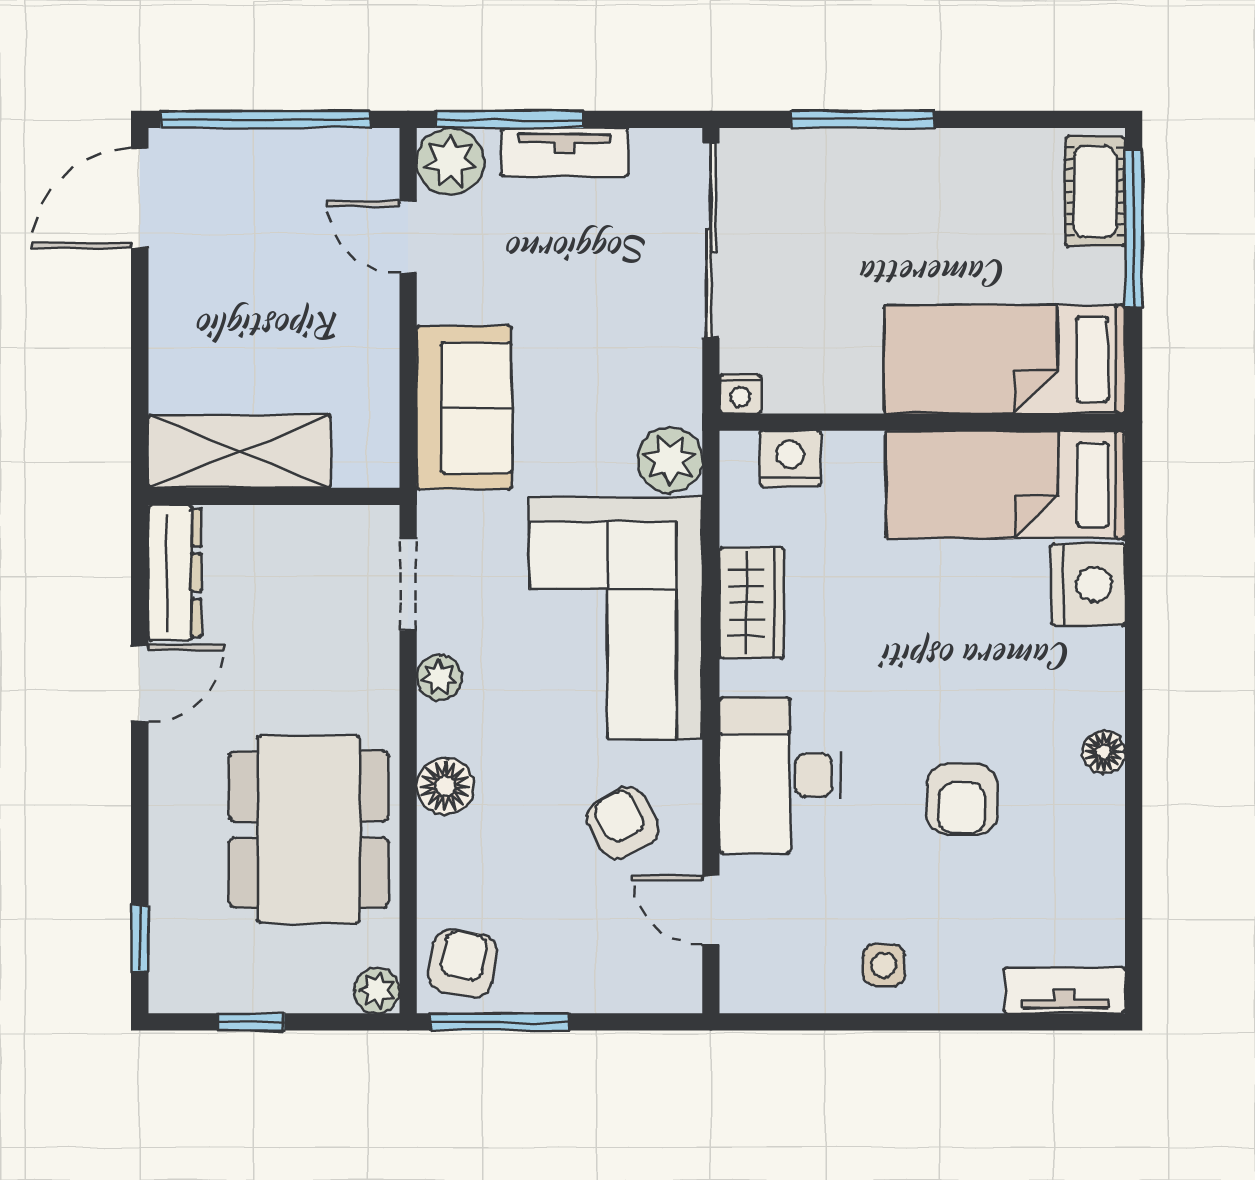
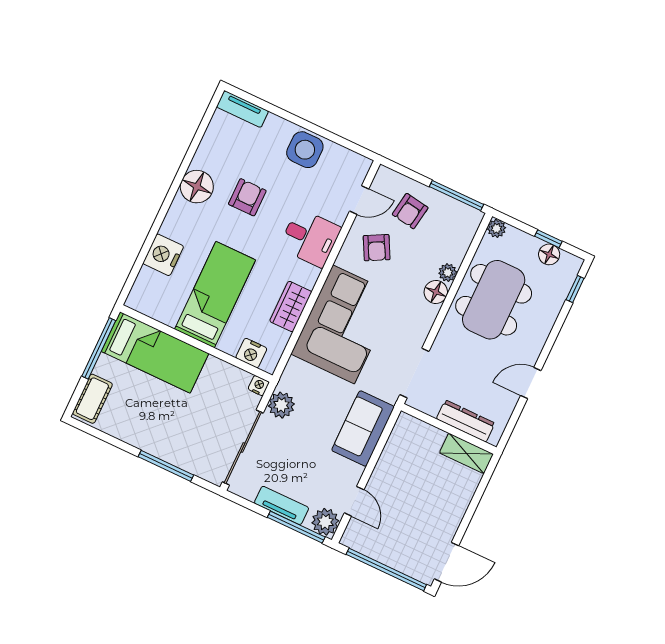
window: (1134, 228) -> (99, 348), moved
shelving: (240, 451) -> (466, 453), width x0.67, depth x0.75
plant: (670, 460) -> (281, 405), moved
bed: (1006, 485) -> (215, 295), moved, turned -90
dresser: (175, 573) -> (466, 421), moved, turned 90
doorway: (408, 584) -> (414, 373), width x1.38
plant: (439, 677) -> (448, 273), moved
floor lamp: (1104, 752) -> (197, 187), width x1.89, depth x1.89
desk: (780, 775) -> (310, 238), width x0.73
door: (711, 910) -> (359, 200), hinge flipped
armchair: (463, 963) -> (410, 211), moved
side table: (884, 965) -> (305, 150), width x1.87, depth x1.87
floor lamp: (233, 988) -> (549, 254), added

